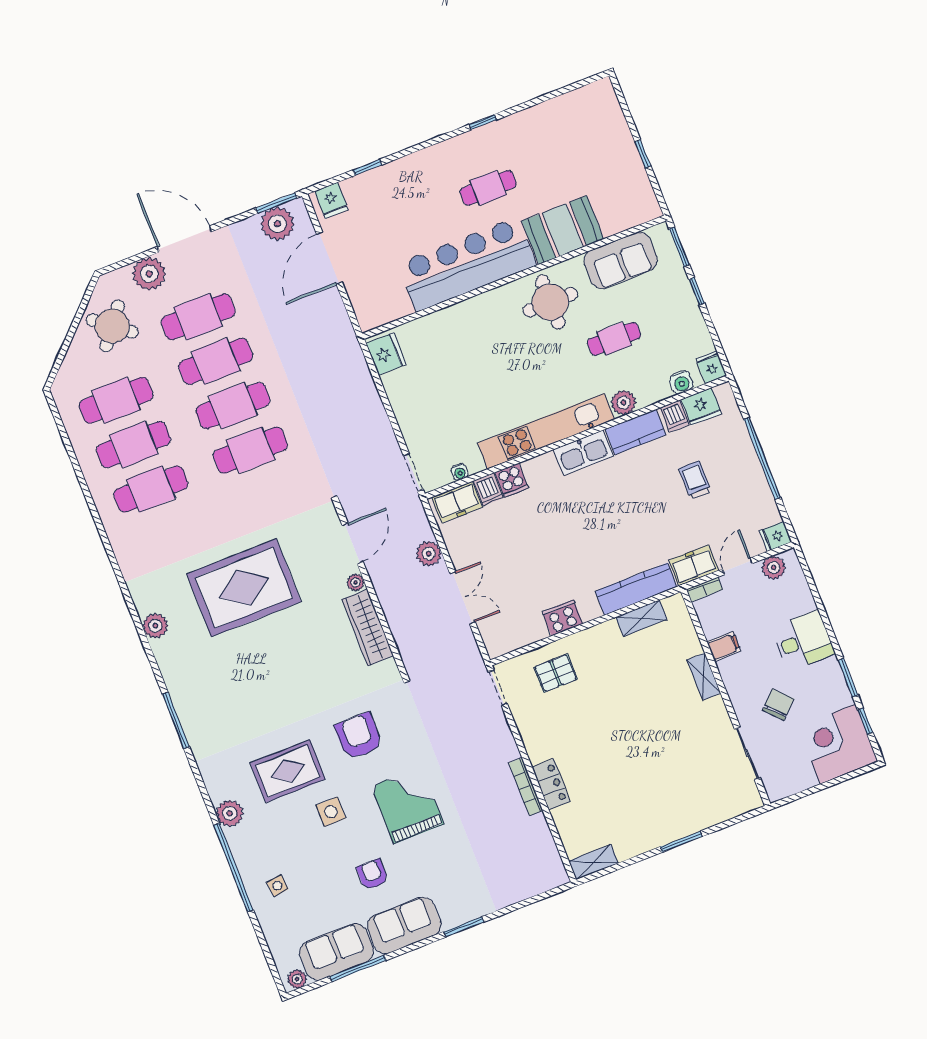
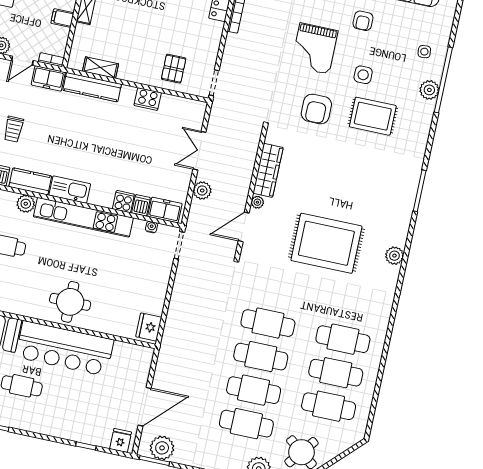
round table: (550, 302) -> (70, 302), moved
pallet: (556, 673) -> (174, 69), turned 90
plant: (230, 813) -> (429, 90), moved

